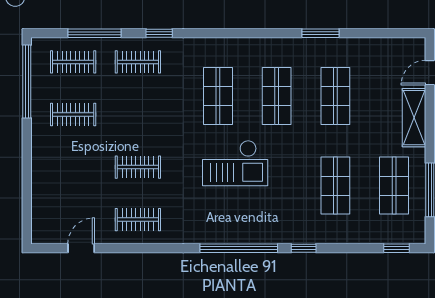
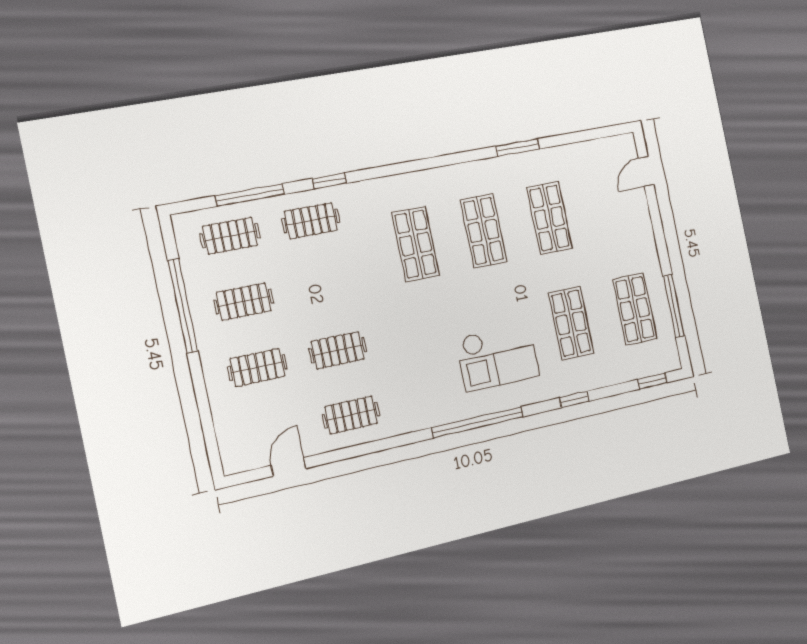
window: (27, 81) -> (183, 306), moved
shelving: (414, 118) -> (640, 226), removed
checkout: (235, 163) -> (498, 357), moved
clothes rail: (73, 167) -> (257, 367), added
window: (304, 248) -> (574, 399), moved

